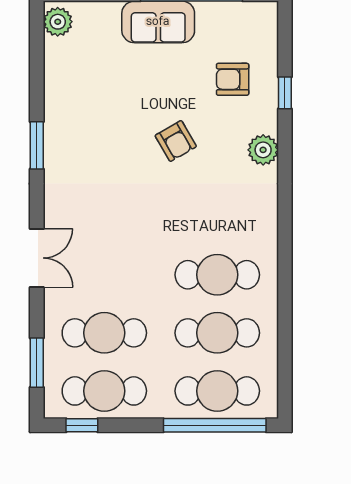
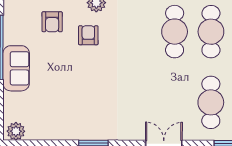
armchair: (176, 141) -> (88, 35), moved, turned -60

